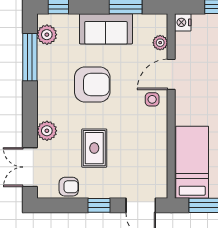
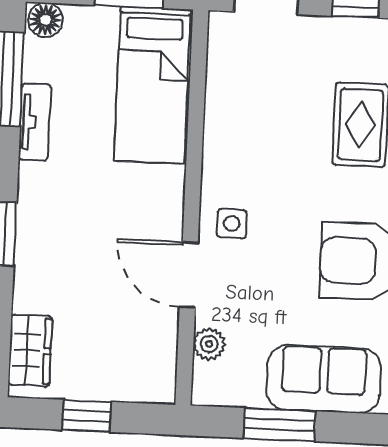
nightstand: (183, 22) -> (159, 385), removed
door: (171, 74) -> (189, 275), swing flipped

